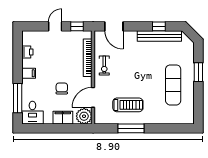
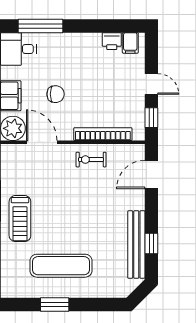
window: (198, 72) -> (55, 304), moved
filing cabinet: (29, 73) -> (130, 43), moved
treadmill: (128, 105) -> (20, 219), moved

